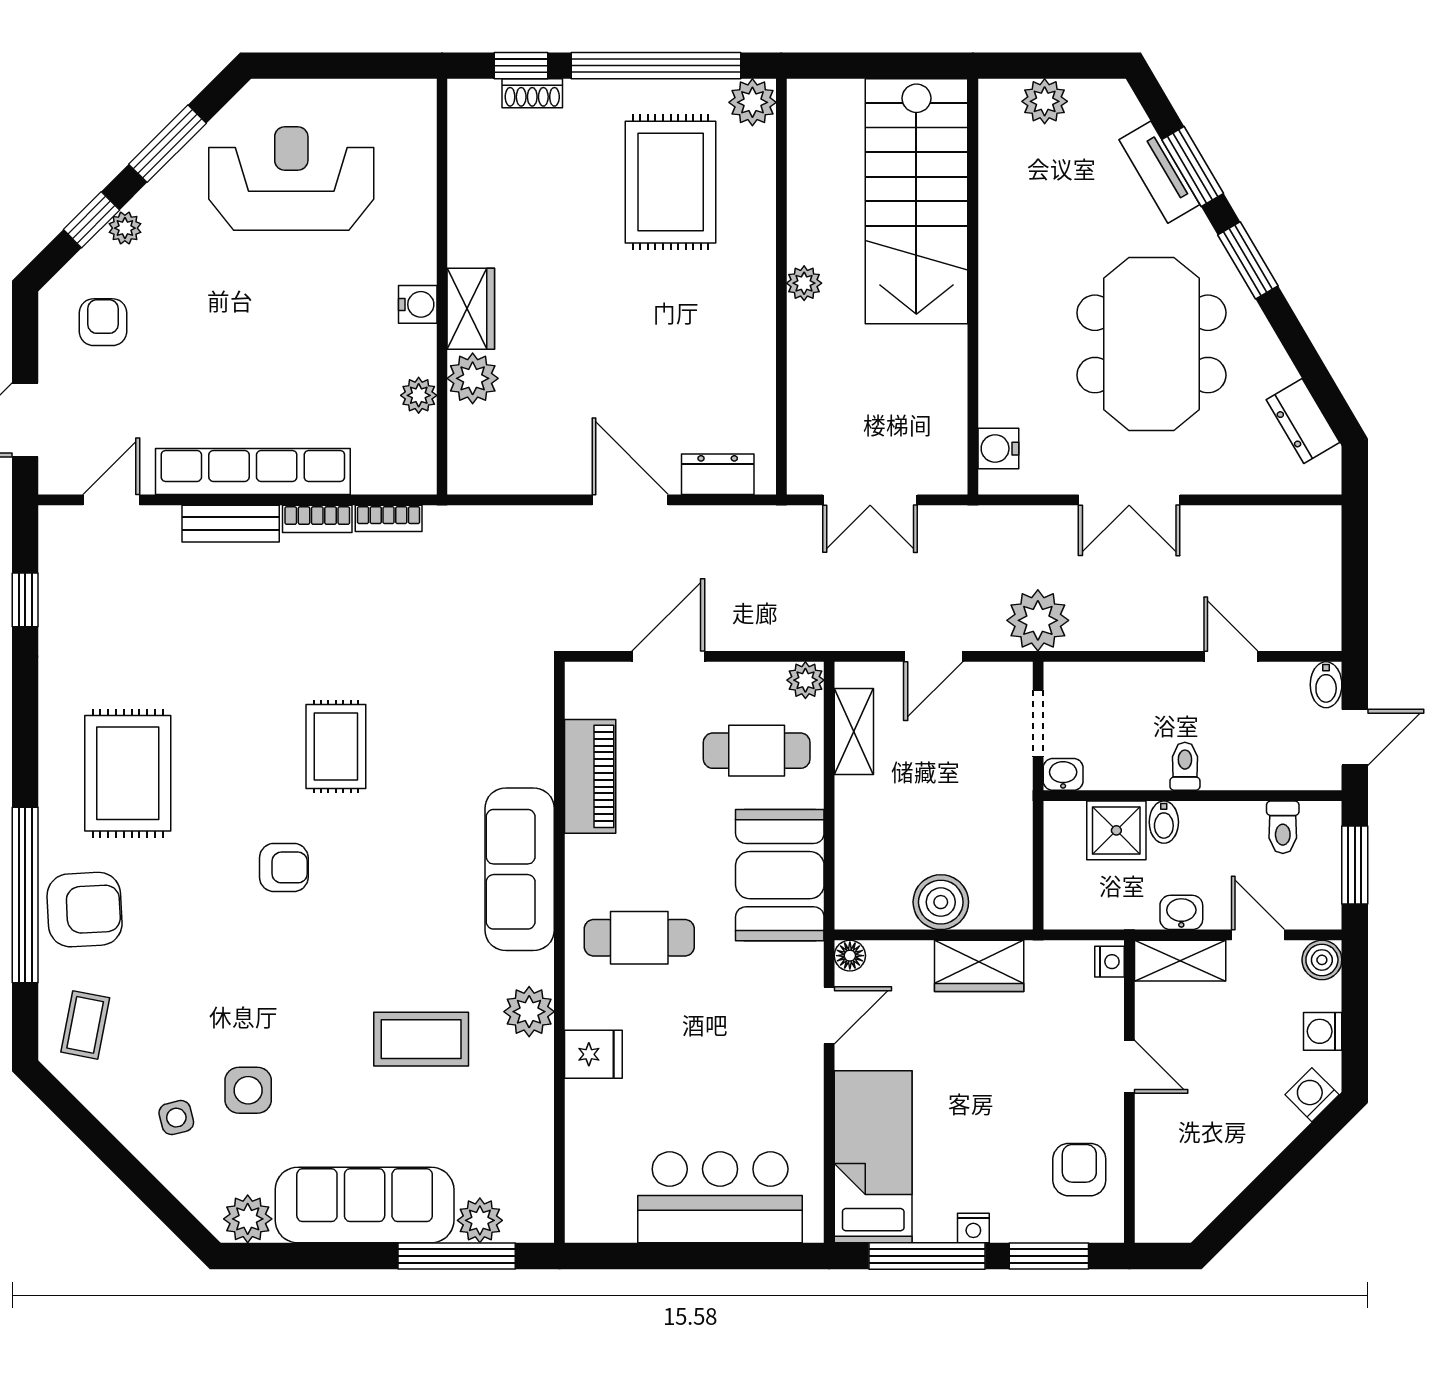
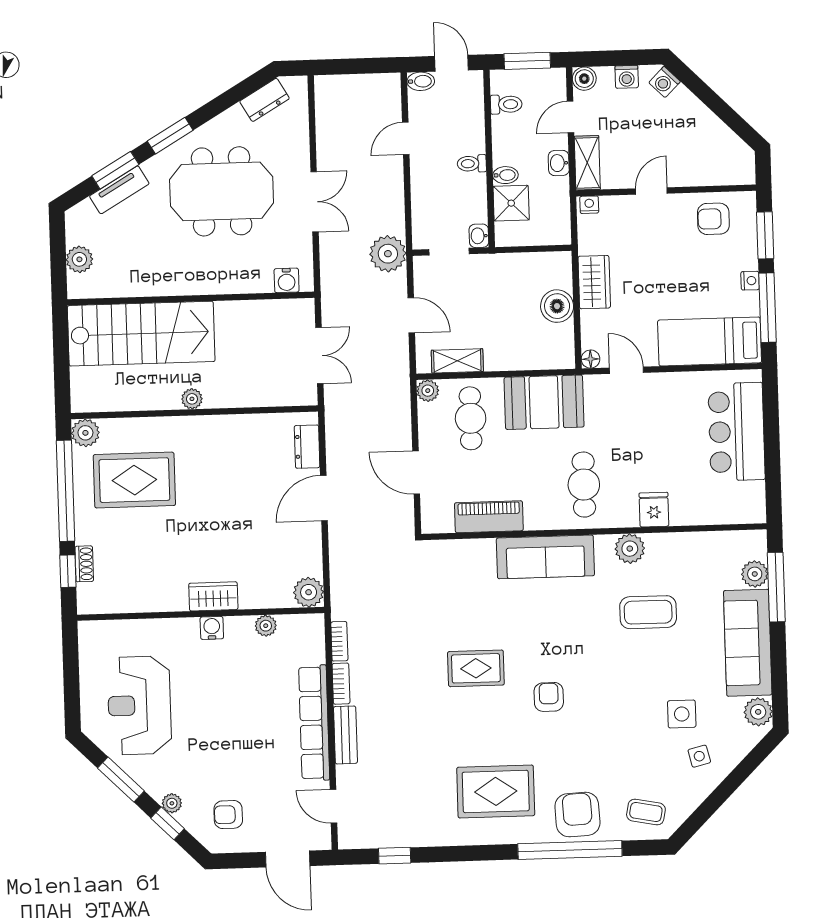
plant: (473, 378) -> (309, 592), moved
coffee table: (421, 1039) -> (648, 612), turned 90

